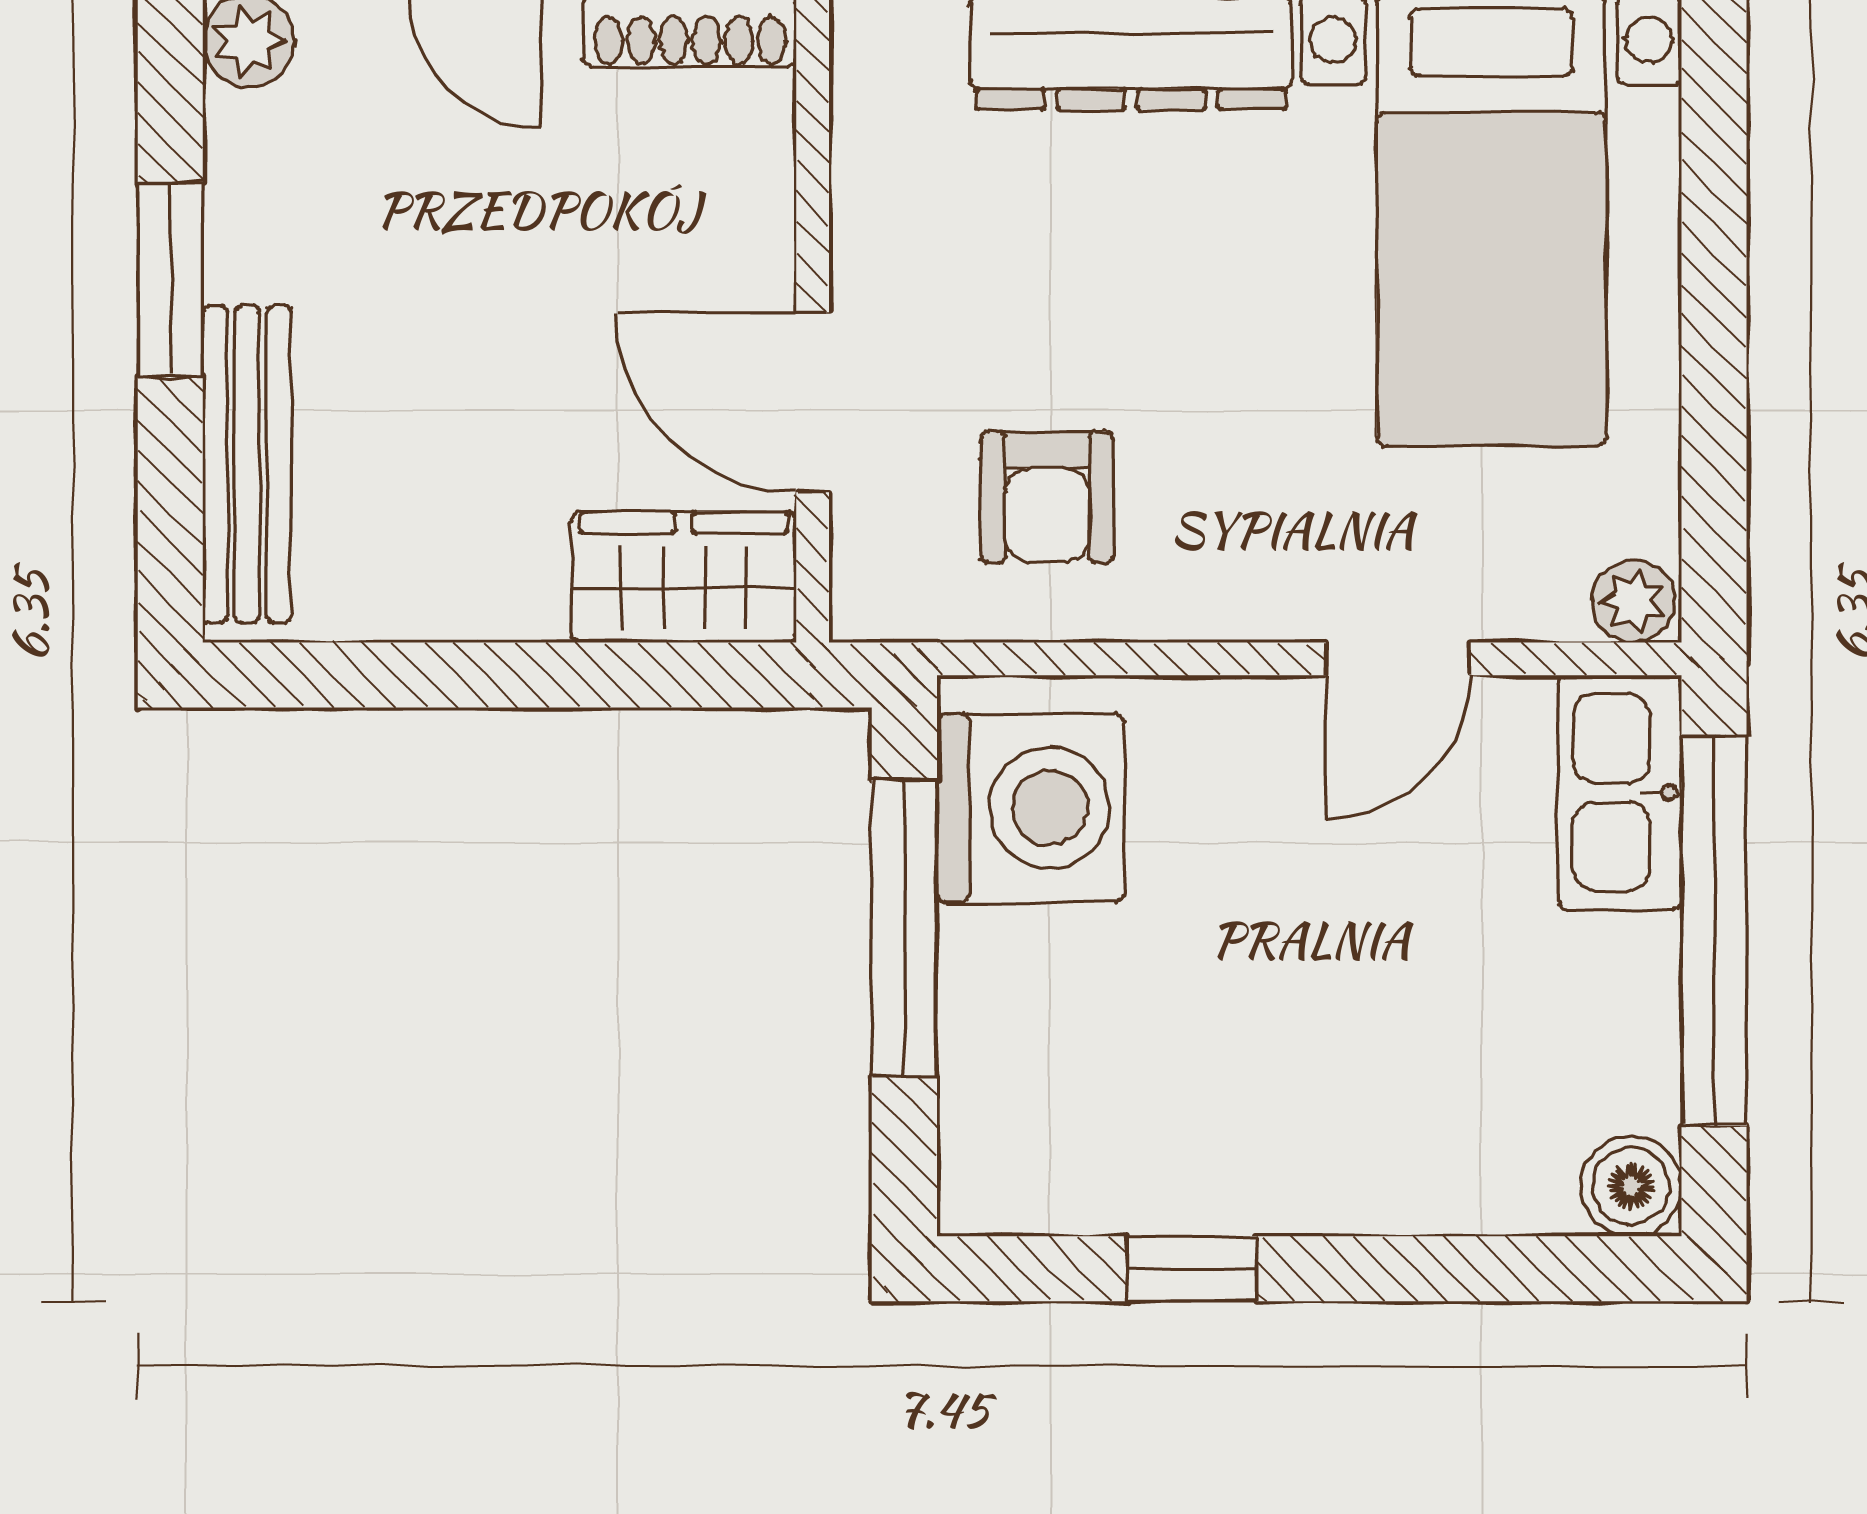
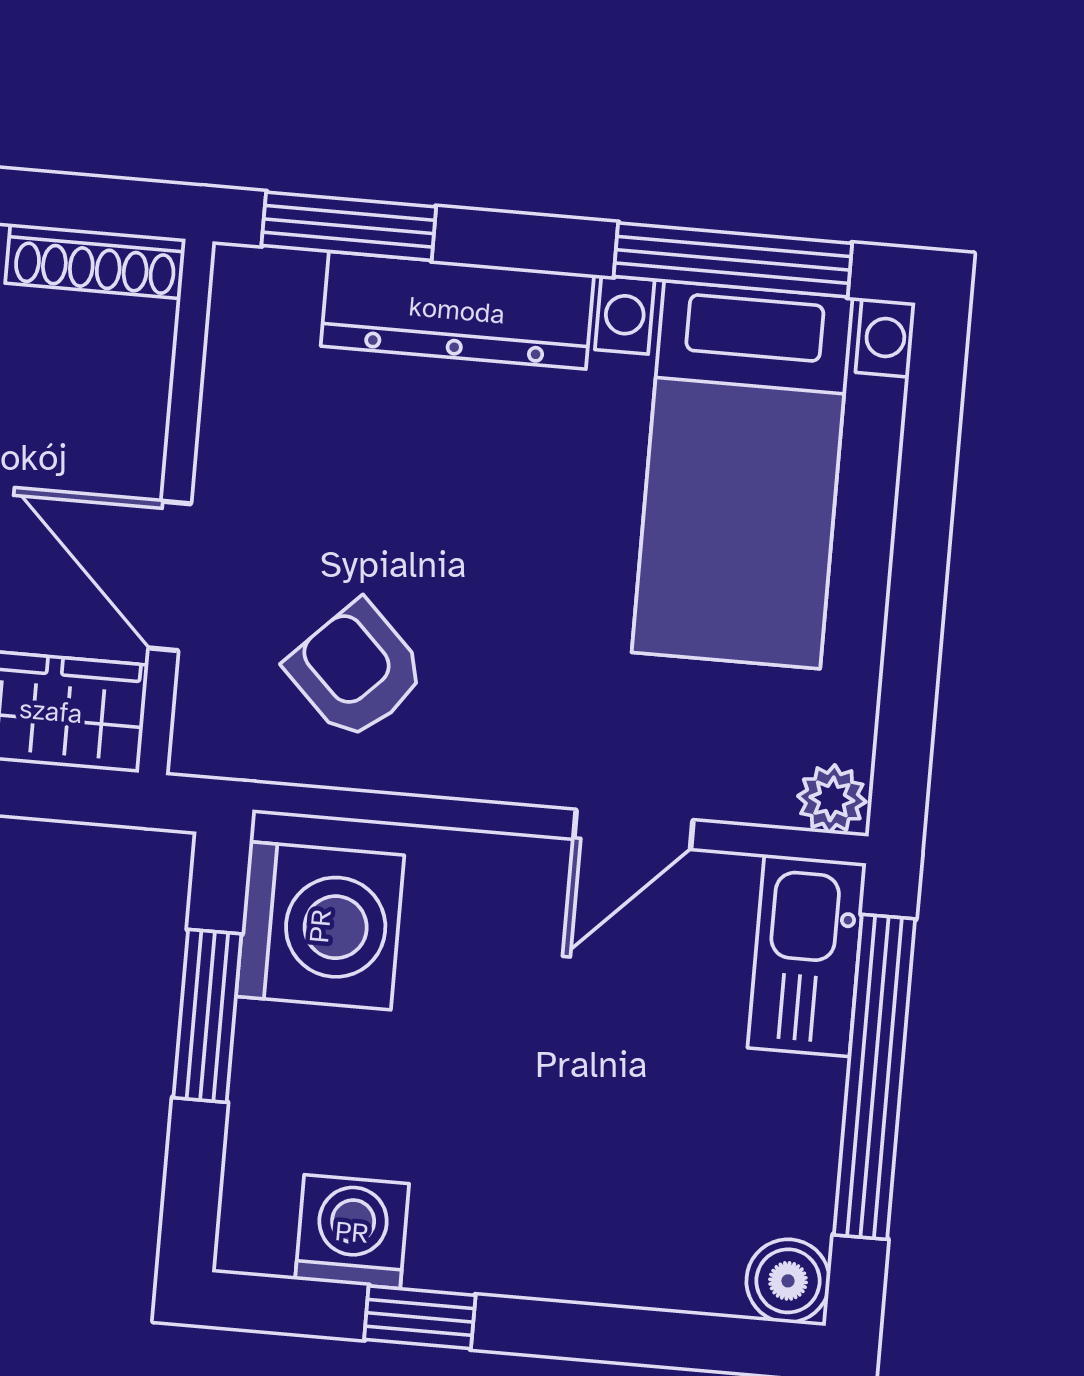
armchair: (1047, 497) -> (356, 671), turned 135
window: (904, 928) -> (207, 1016), width x0.69
washing machine: (1101, 1173) -> (352, 1232), added

